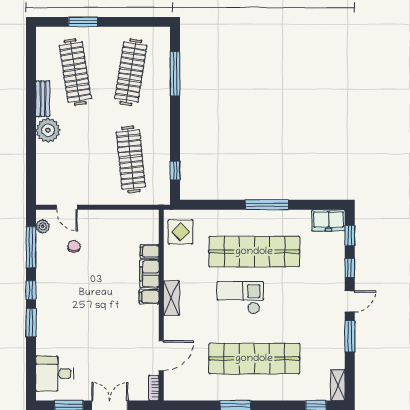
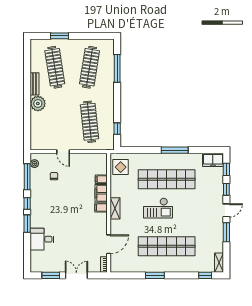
door: (67, 207) -> (63, 152), moved
checkout: (240, 298) -> (158, 208), turned 180
desk: (55, 374) -> (42, 239), moved

